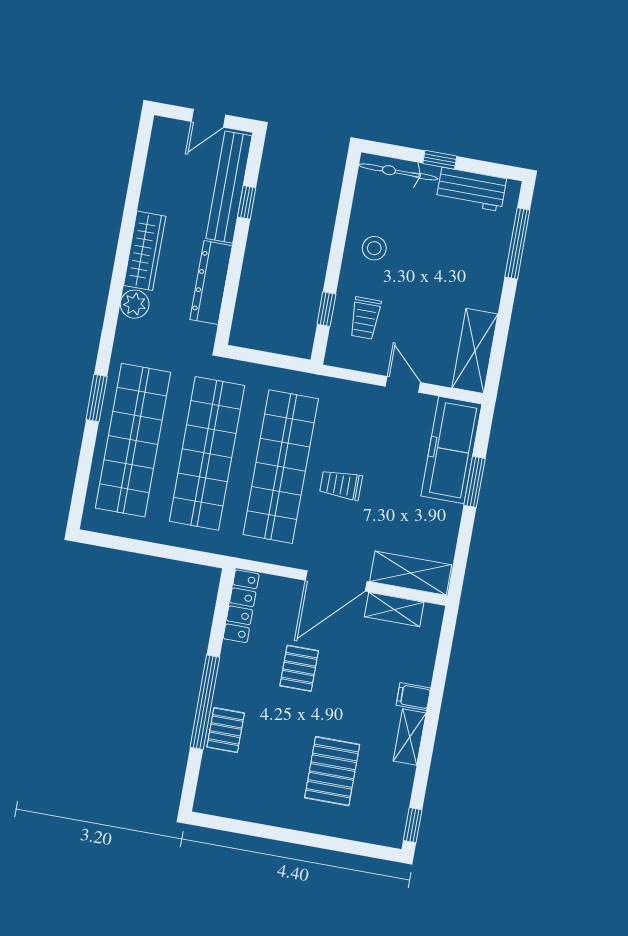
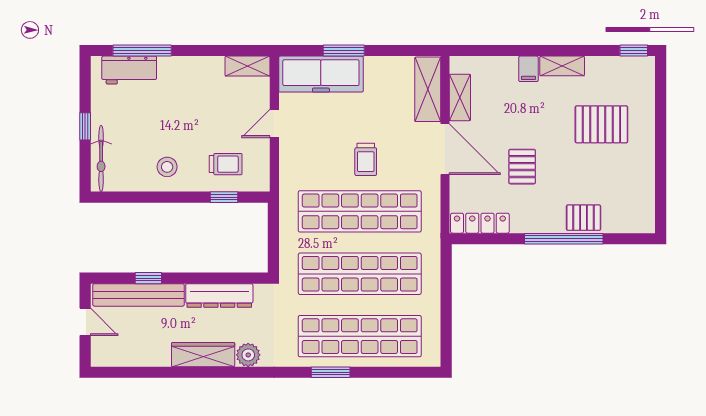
workbench: (471, 189) -> (129, 70), moved, turned 90
shelving: (475, 351) -> (248, 66), width x0.67, depth x0.75
pallet: (299, 668) -> (522, 167), turned 90

